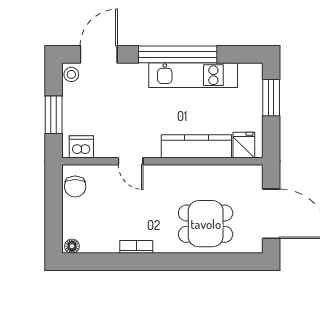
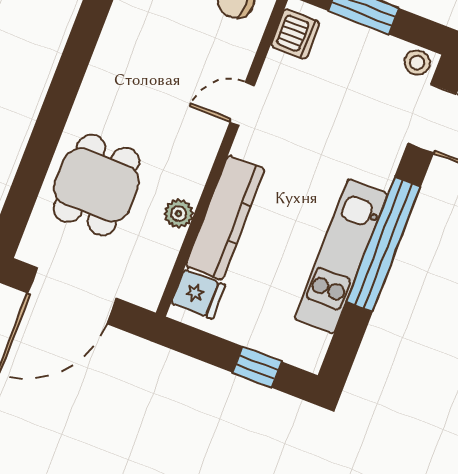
window: (271, 98) -> (257, 367), width x0.67
plant: (204, 173) -> (179, 214), added
bookcase: (136, 247) -> (102, 60), removed

